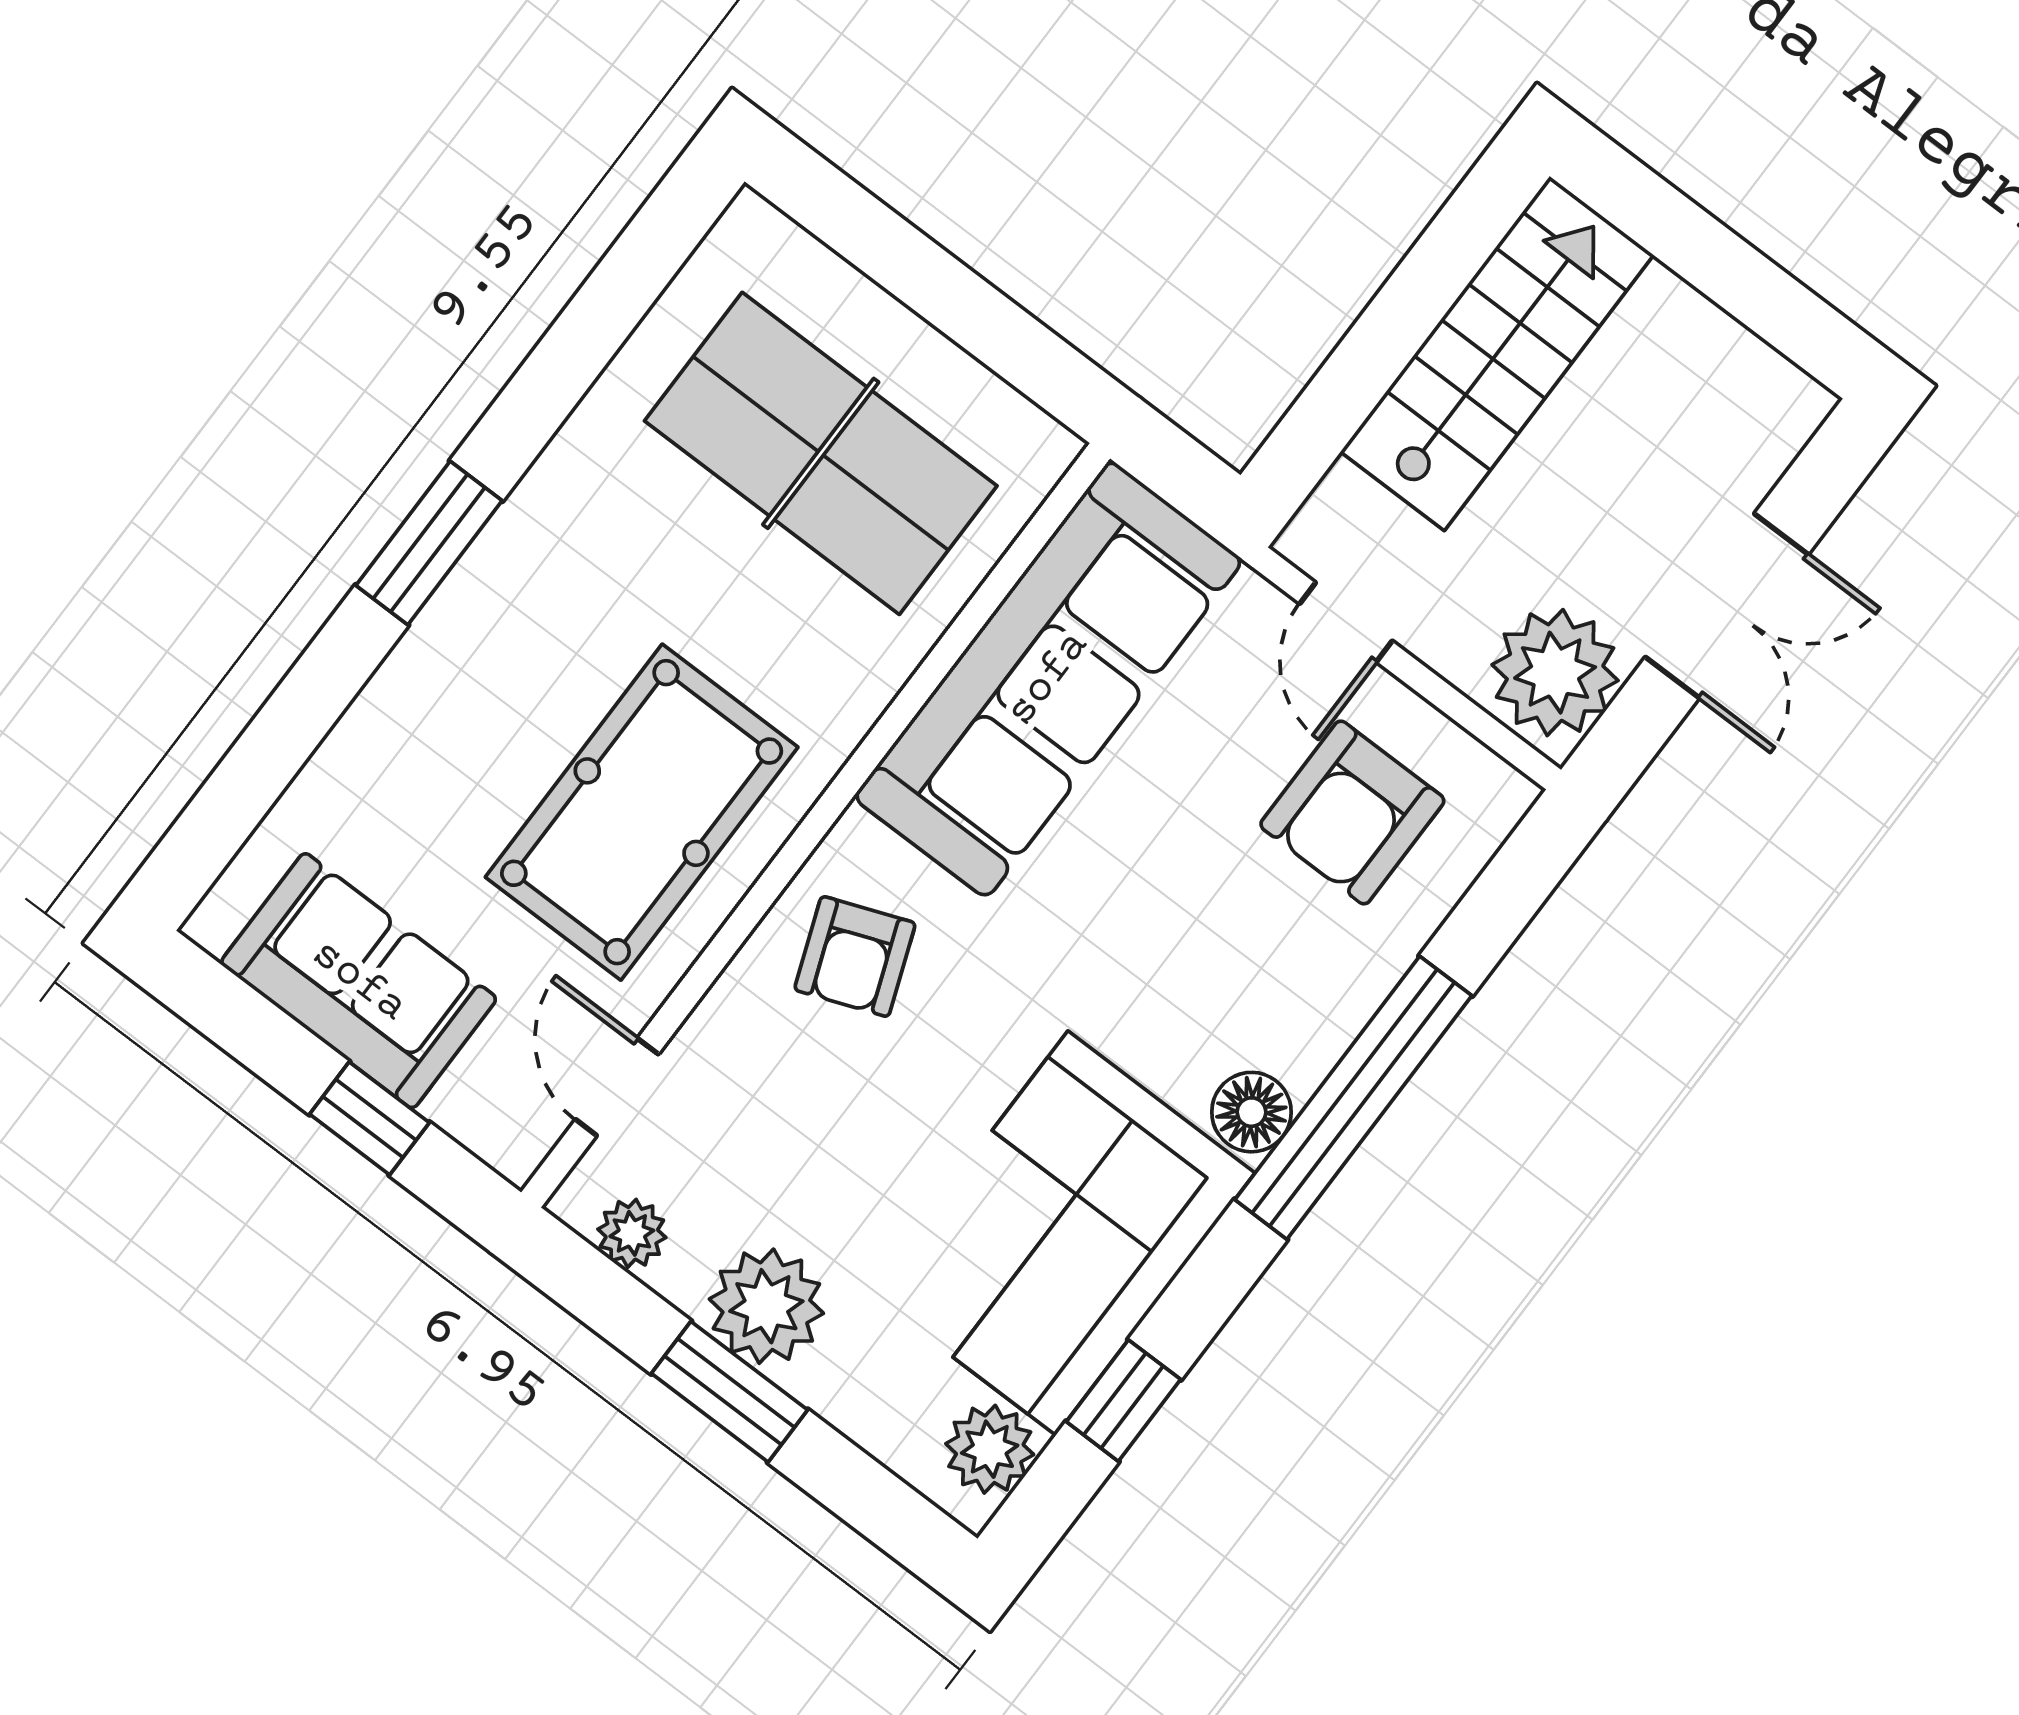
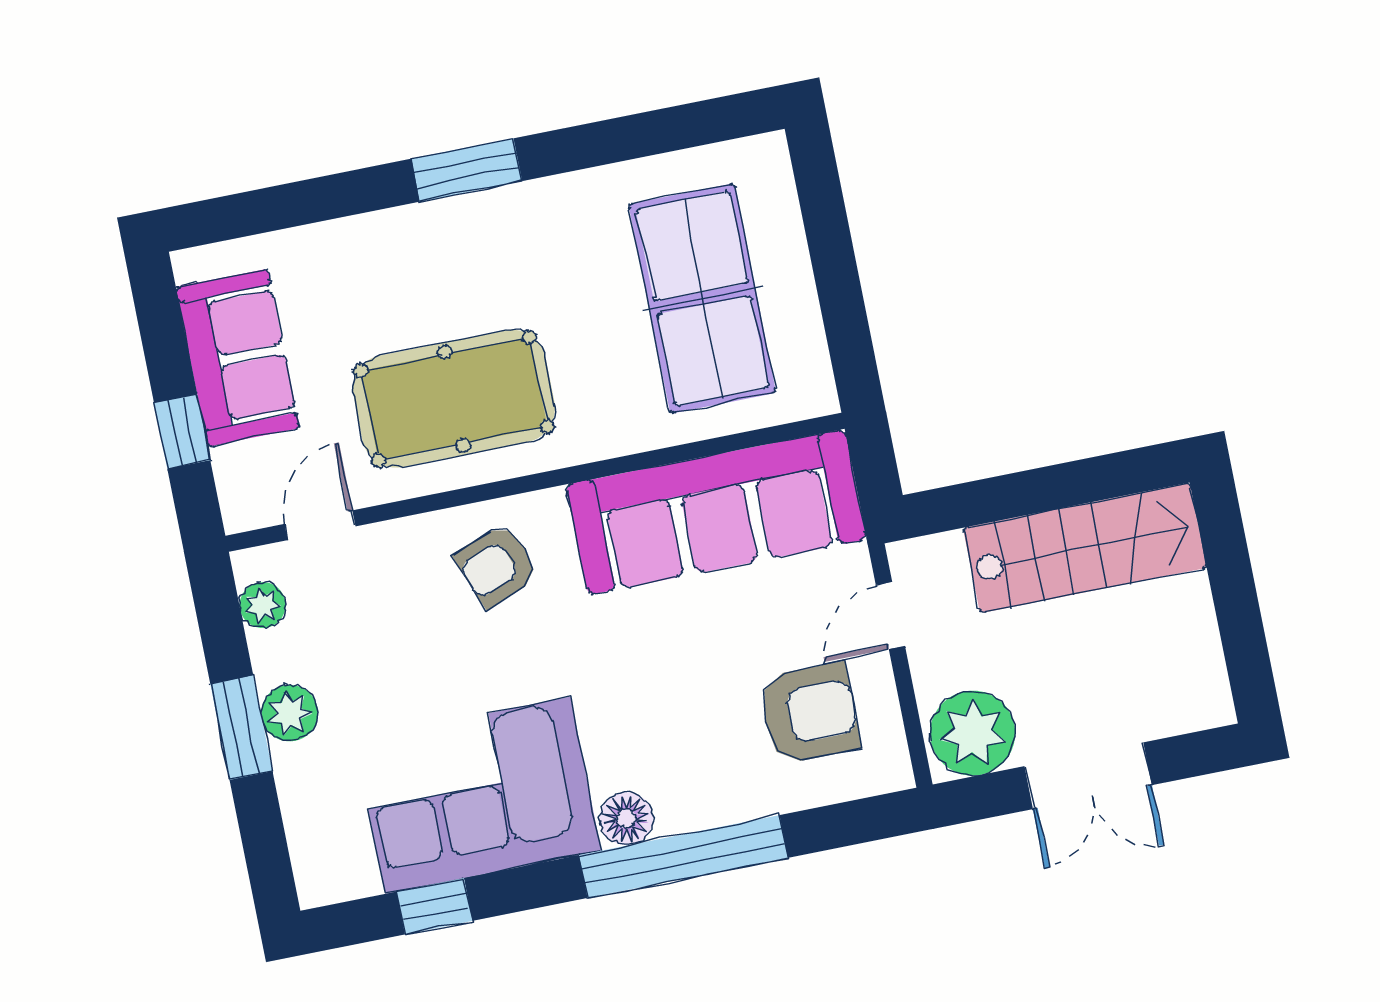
armchair: (1352, 812) -> (809, 713), turned 180
plant: (766, 1306) -> (290, 713), width x0.73, depth x0.73
plant: (990, 1449) -> (346, 871), removed

